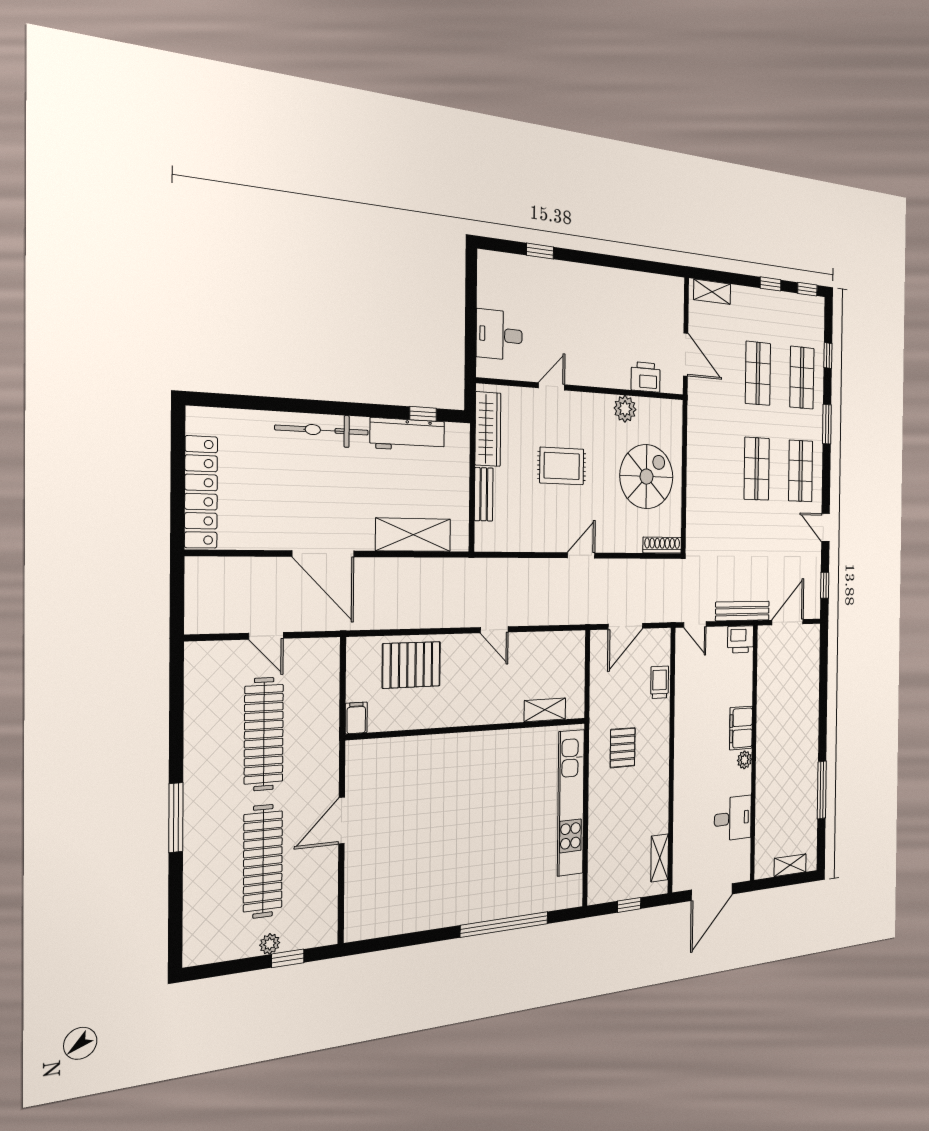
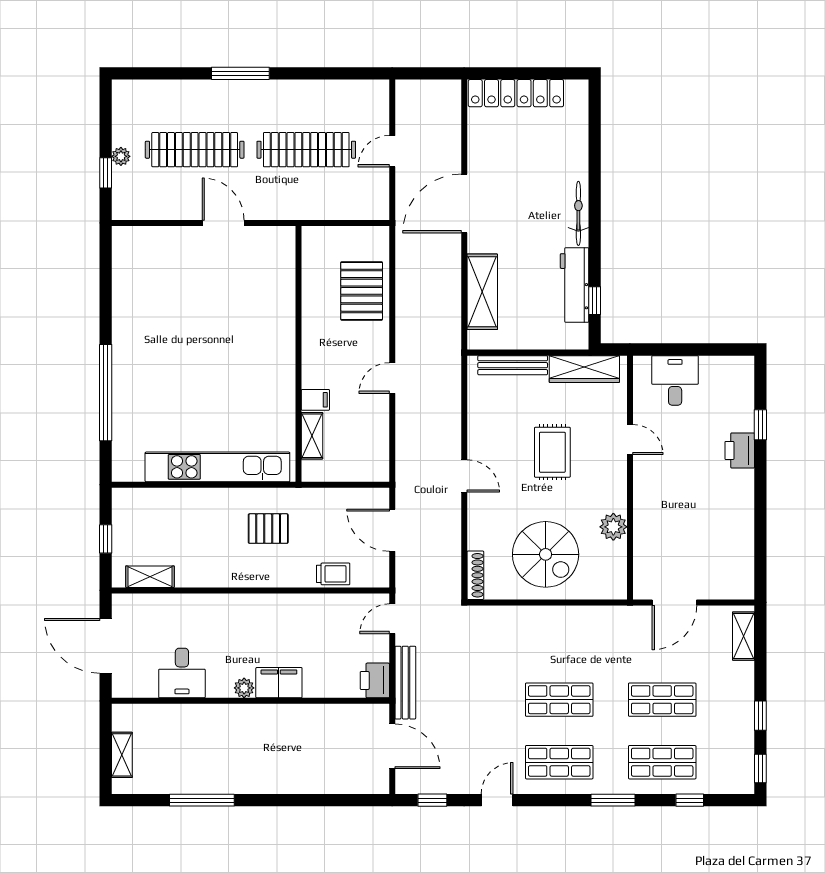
printer: (646, 377) -> (740, 450), moved, turned 180
bicycle: (322, 430) -> (578, 213), width x0.73, depth x0.71
bench: (484, 494) -> (513, 365), width x1.36
filing cabinet: (356, 718) -> (315, 400), moved

